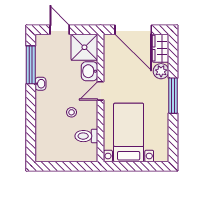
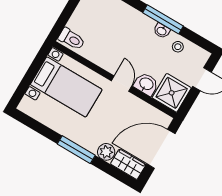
window: (31, 65) -> (163, 19), moved
stool: (72, 112) -> (178, 47), moved
toilet: (86, 136) -> (72, 39), moved, turned 90

